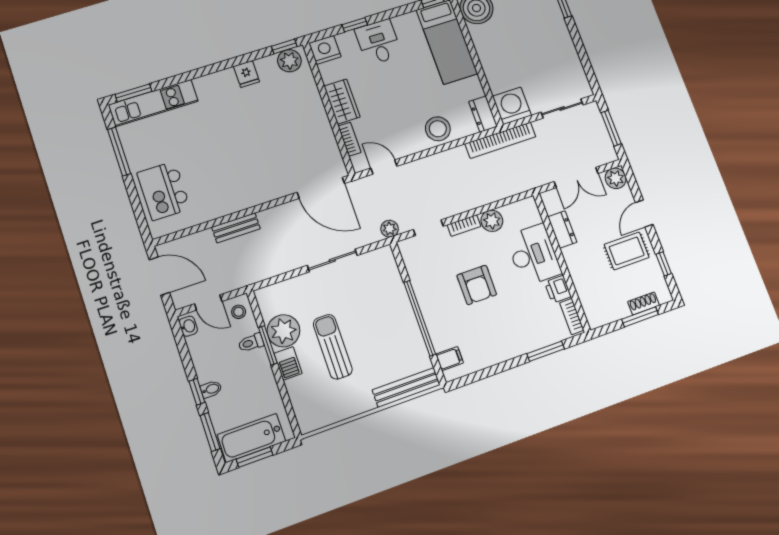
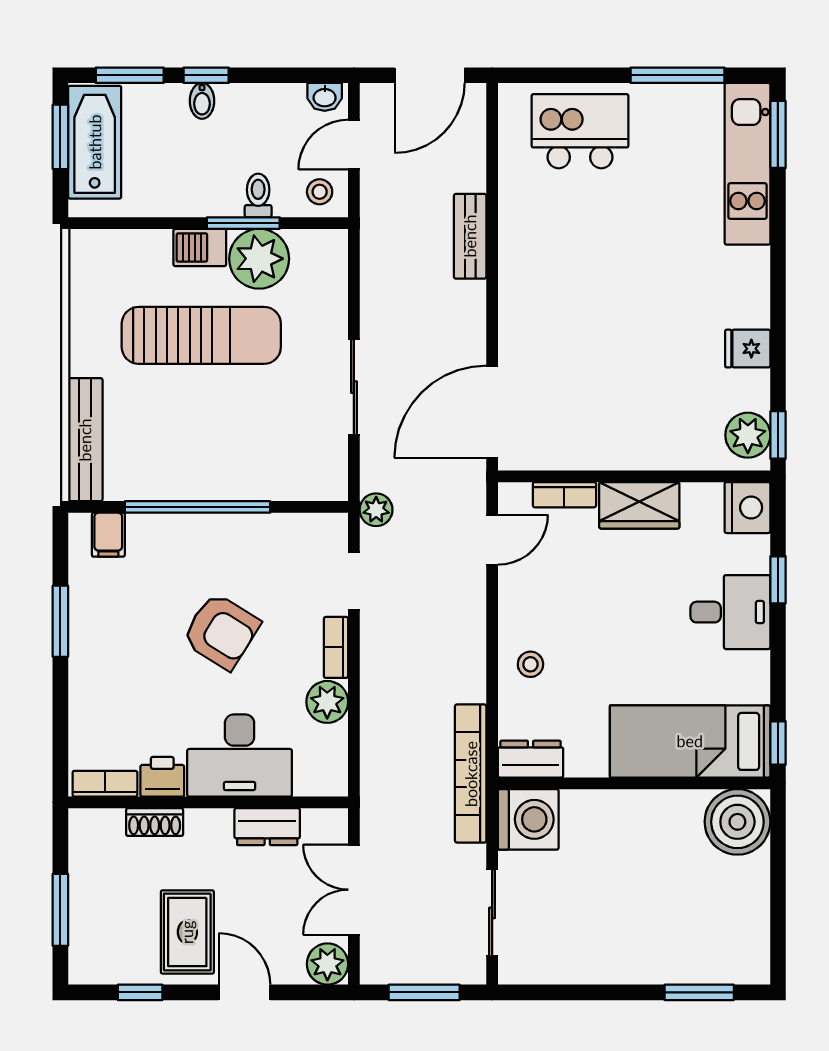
stool: (438, 129) -> (530, 664), width x0.53, depth x0.53
armchair: (477, 285) -> (221, 631), turned -148
shoe rack: (644, 303) -> (155, 822), moved, turned 90
sun lounger: (333, 347) -> (201, 335), width x1.36, depth x1.34
window: (546, 351) -> (60, 621), moved

